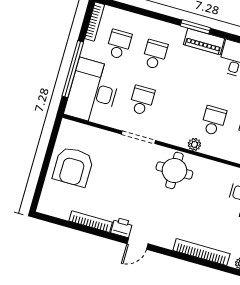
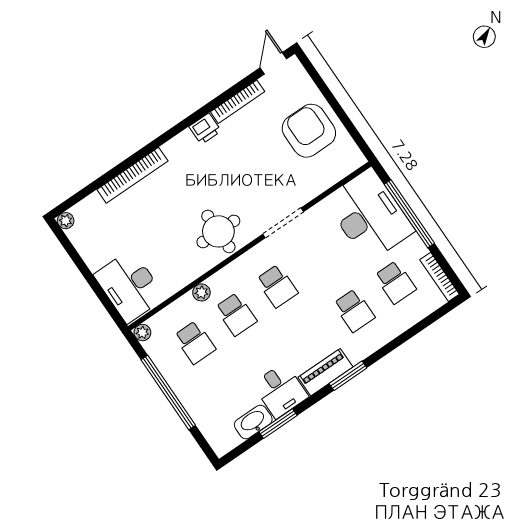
school desk: (142, 100) -> (277, 286), moved
plant: (194, 144) -> (201, 292), moved
door: (137, 244) -> (273, 63), moved
bookcase: (202, 252) -> (132, 175), moved

